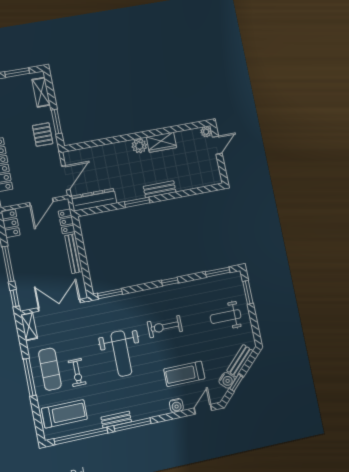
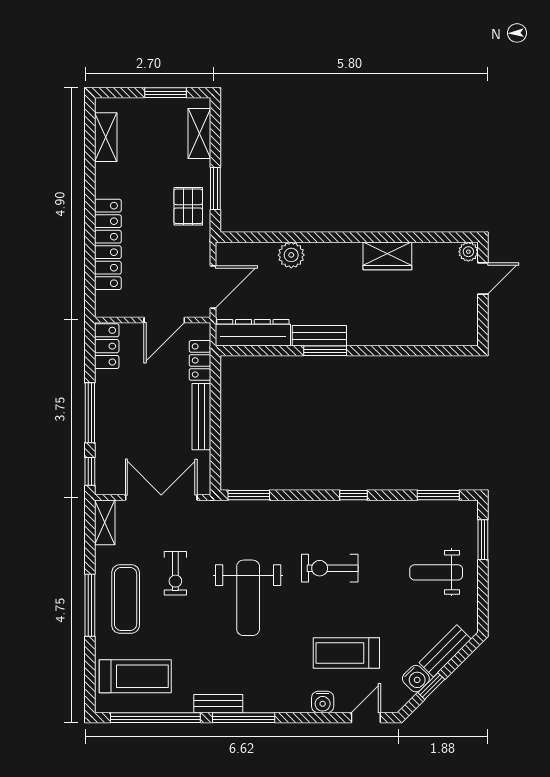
plant: (139, 146) -> (291, 255), moved
bench: (160, 189) -> (319, 336), moved
exercise bike: (77, 372) -> (175, 573), moved

